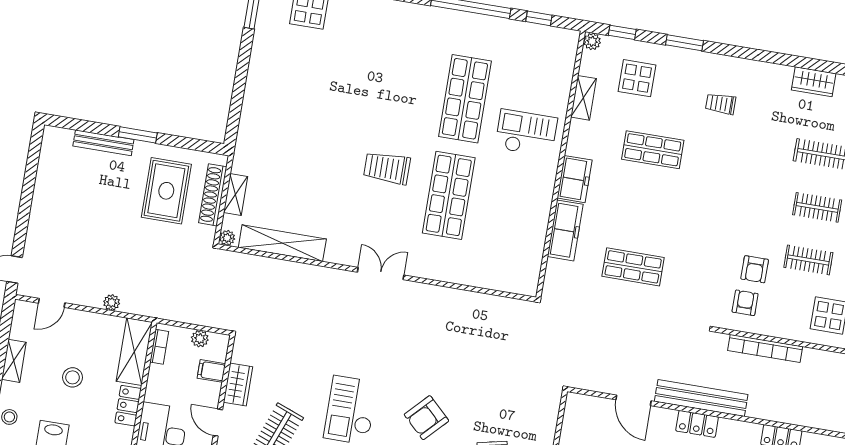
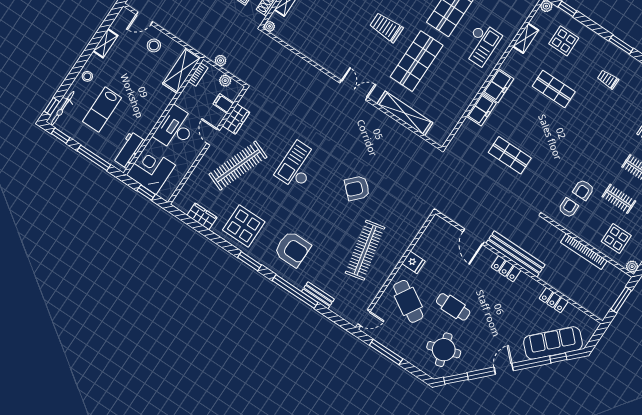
window: (684, 43) -> (621, 45), moved
checkout: (526, 133) -> (481, 44), turned 90
freezer: (565, 230) -> (481, 110), width x0.71
shelving: (282, 243) -> (405, 113), moved
plant: (112, 303) -> (221, 60), moved
bookcase: (765, 348) -> (584, 252), moved
stool: (73, 377) -> (154, 45), moved
locker: (128, 406) -> (163, 102), removed
armchair: (426, 418) -> (357, 188), moved

